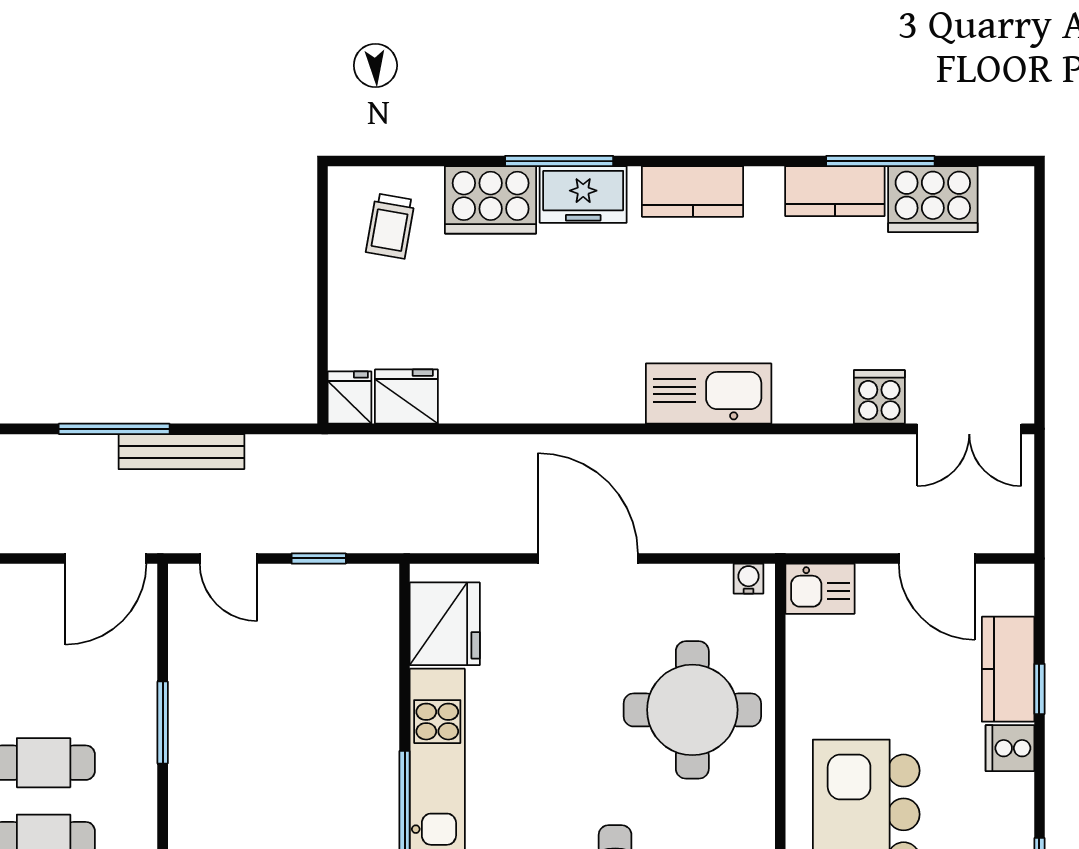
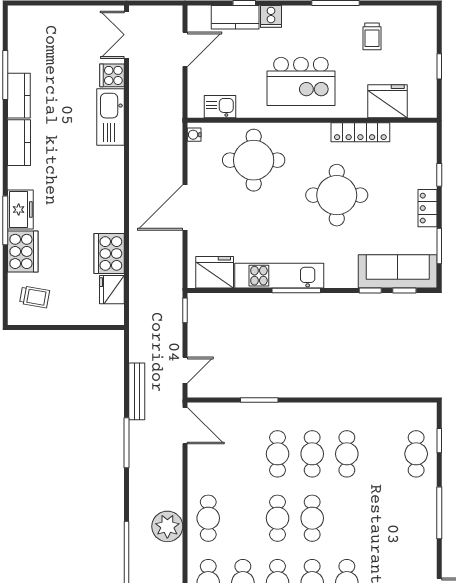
kitchen counter: (693, 192) -> (19, 143), moved
cooker: (933, 199) -> (109, 254), moved, turned 180
kitchen sink: (709, 394) -> (110, 117), moved
fridge: (350, 398) -> (112, 315), removed
window: (114, 429) -> (126, 443), moved
double door: (969, 429) -> (126, 35), swing flipped
window: (319, 558) -> (185, 310), moved
kitchen sink: (820, 589) -> (220, 107), moved, turned -90

